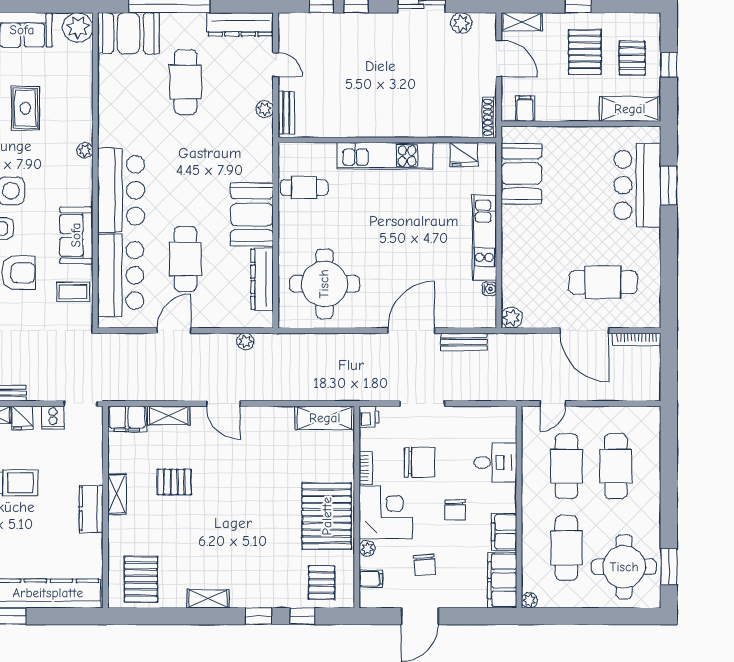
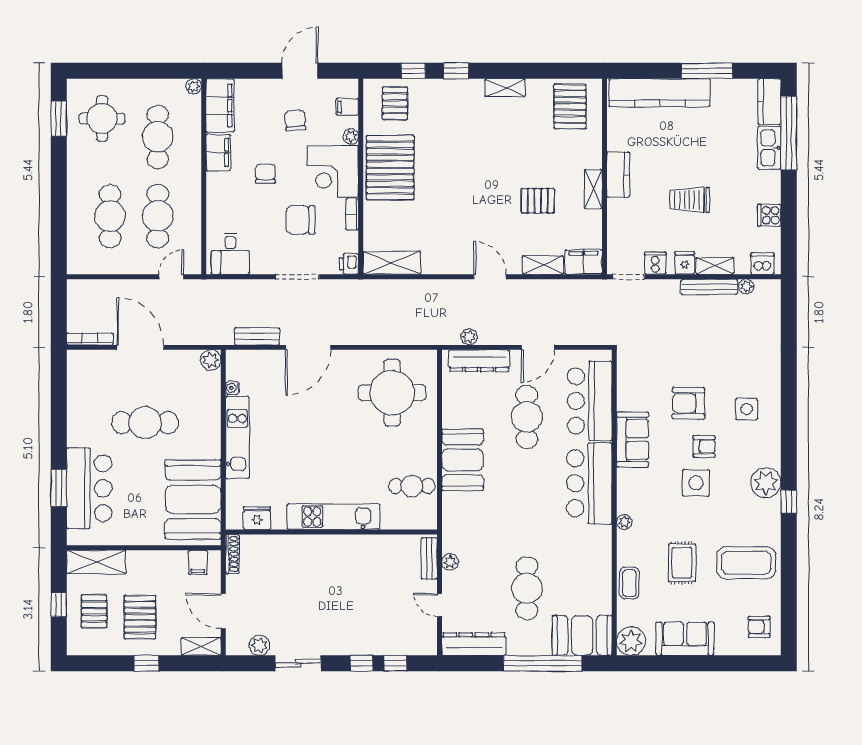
booth: (521, 174) -> (193, 499), width x1.36, depth x1.42
dresser: (262, 279) -> (479, 361), moved, turned 90
cafe table: (603, 282) -> (145, 423), moved
coffee table: (73, 292) -> (629, 583), moved, turned 90
desk: (495, 463) -> (230, 254), moved, turned -90
round table: (624, 567) -> (102, 119), width x0.73, depth x0.73

